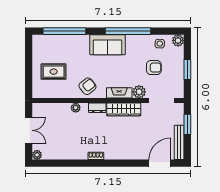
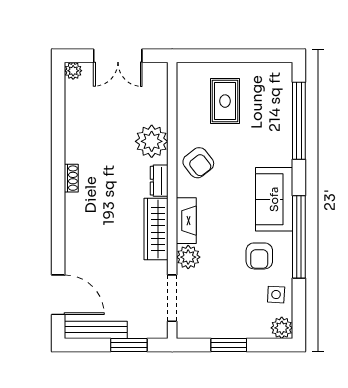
armchair: (154, 68) -> (259, 256), moved
plant: (76, 108) -> (152, 141), width x1.87, depth x1.87

